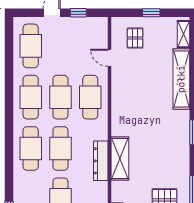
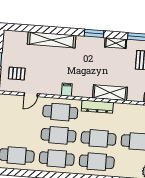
shelving: (184, 34) -> (116, 43), moved
filing cabinet: (119, 103) -> (67, 90), added
dresser: (101, 161) -> (97, 107), moved

